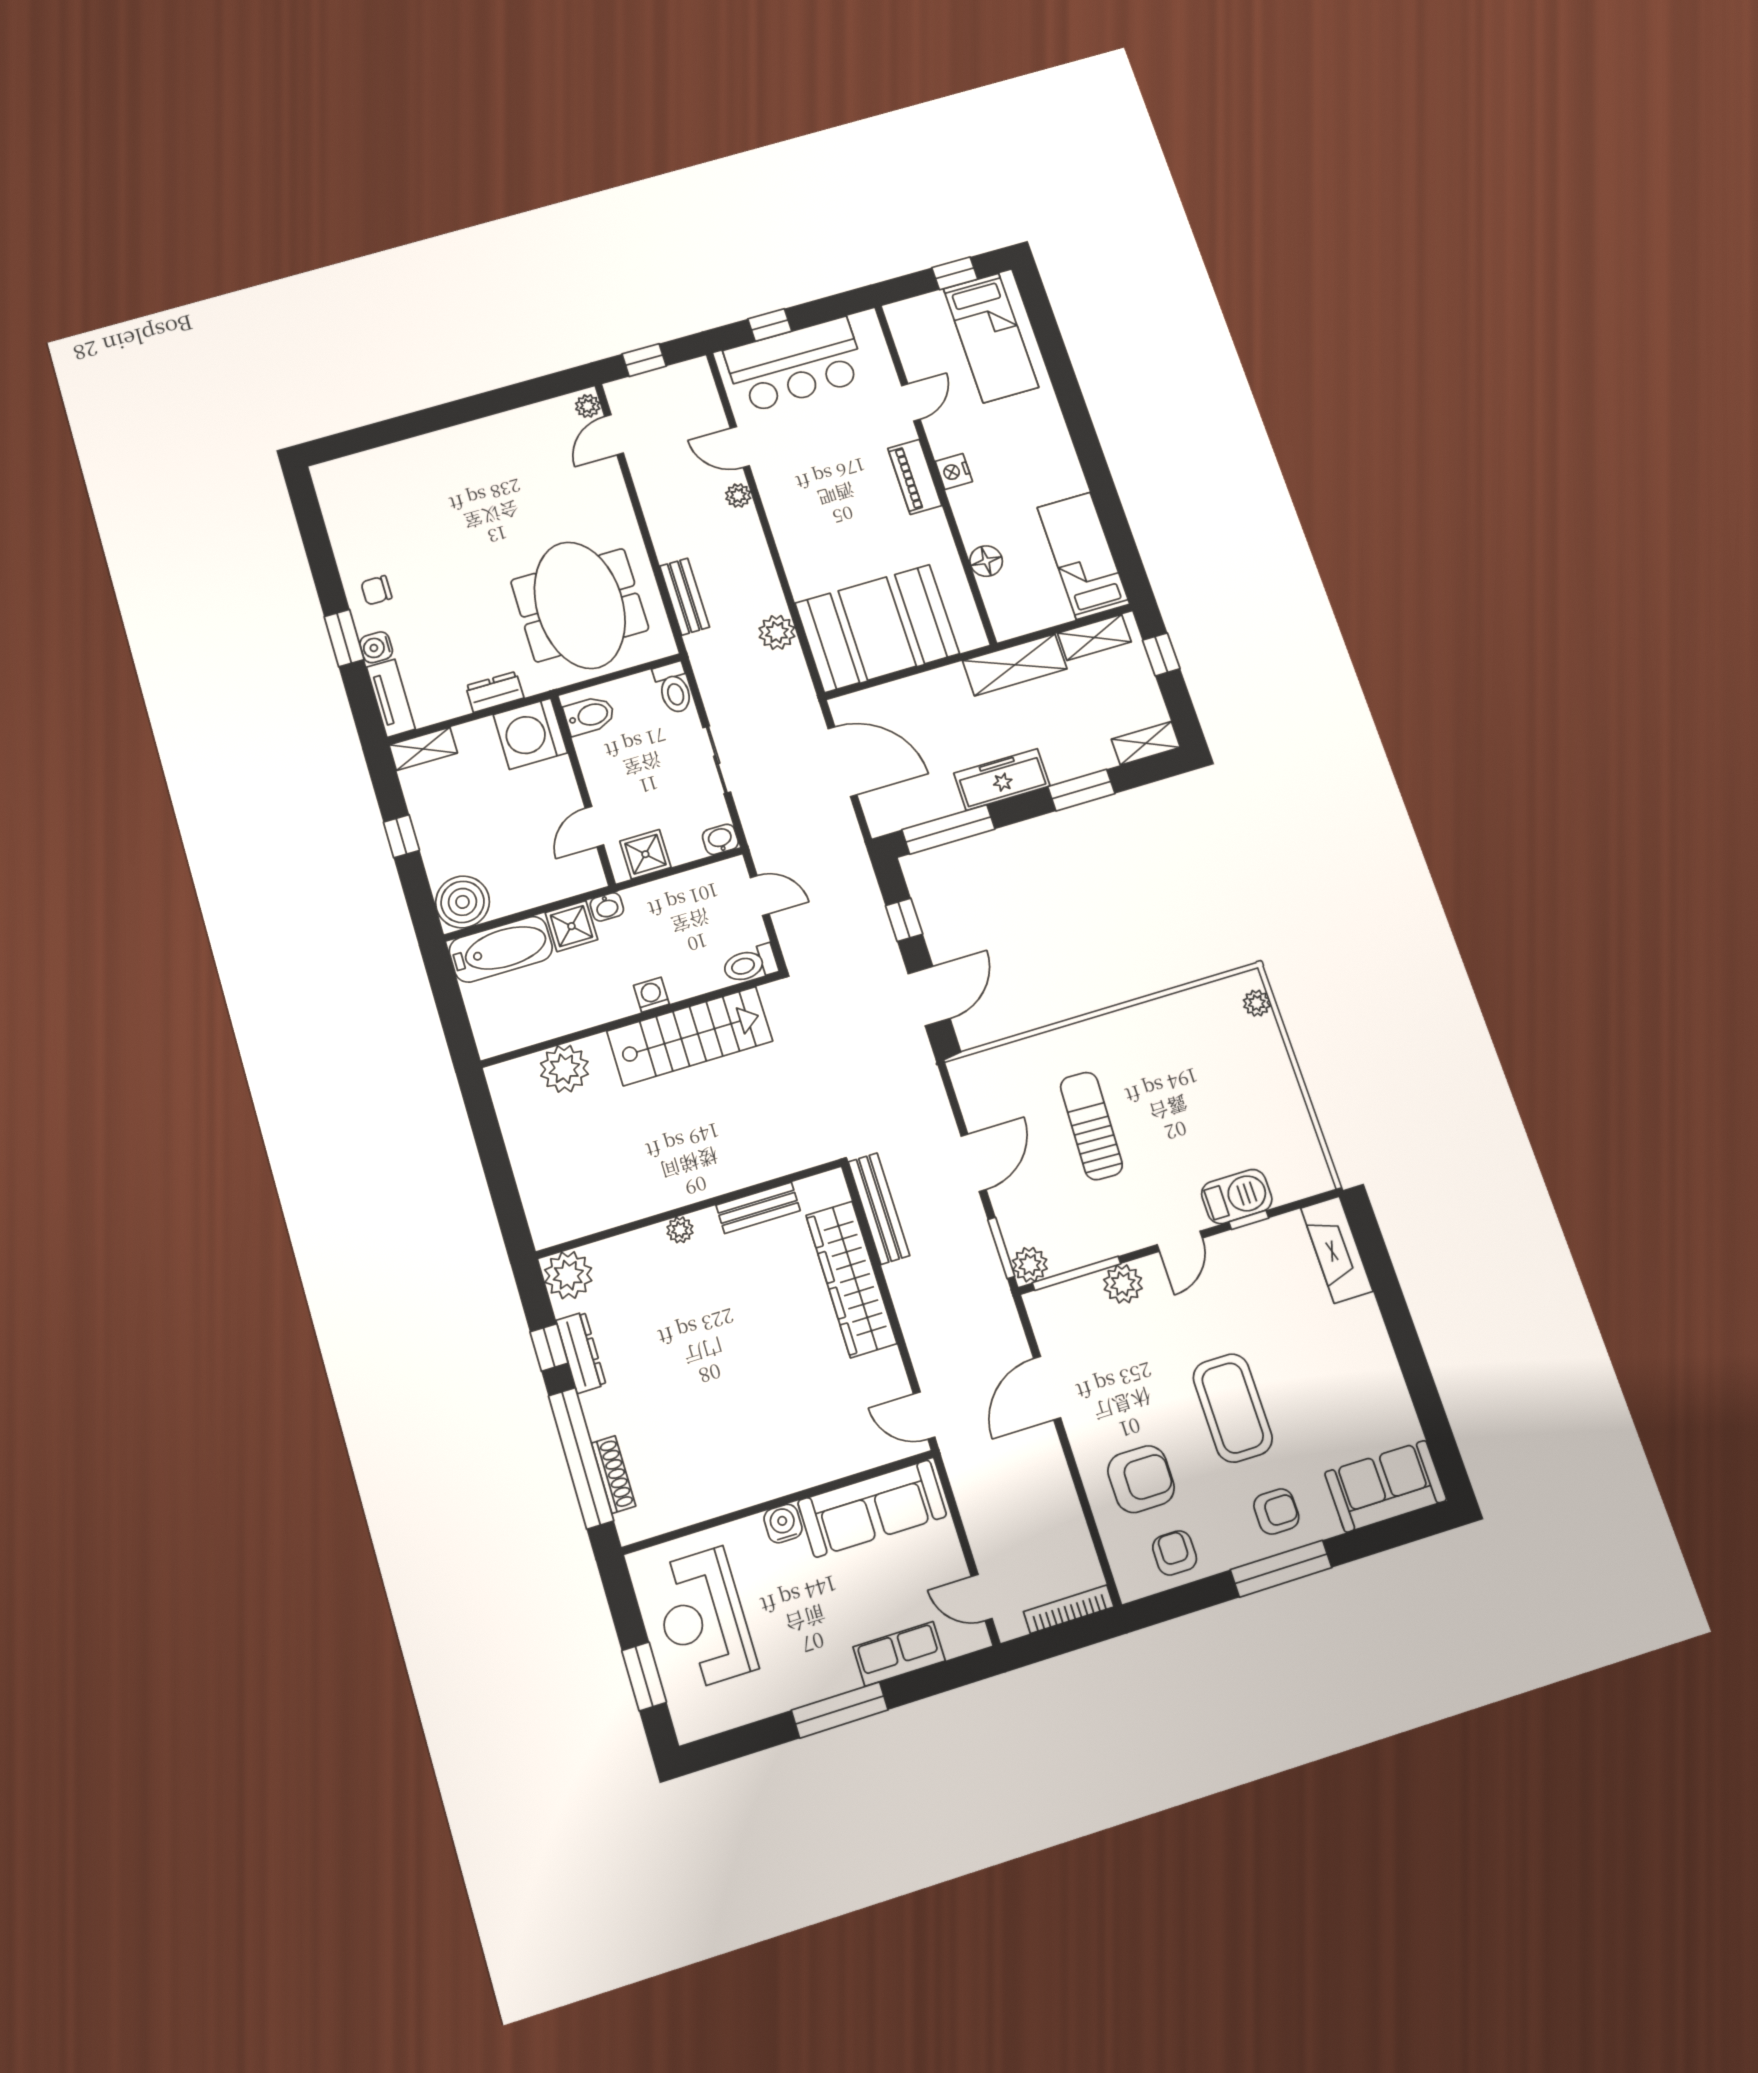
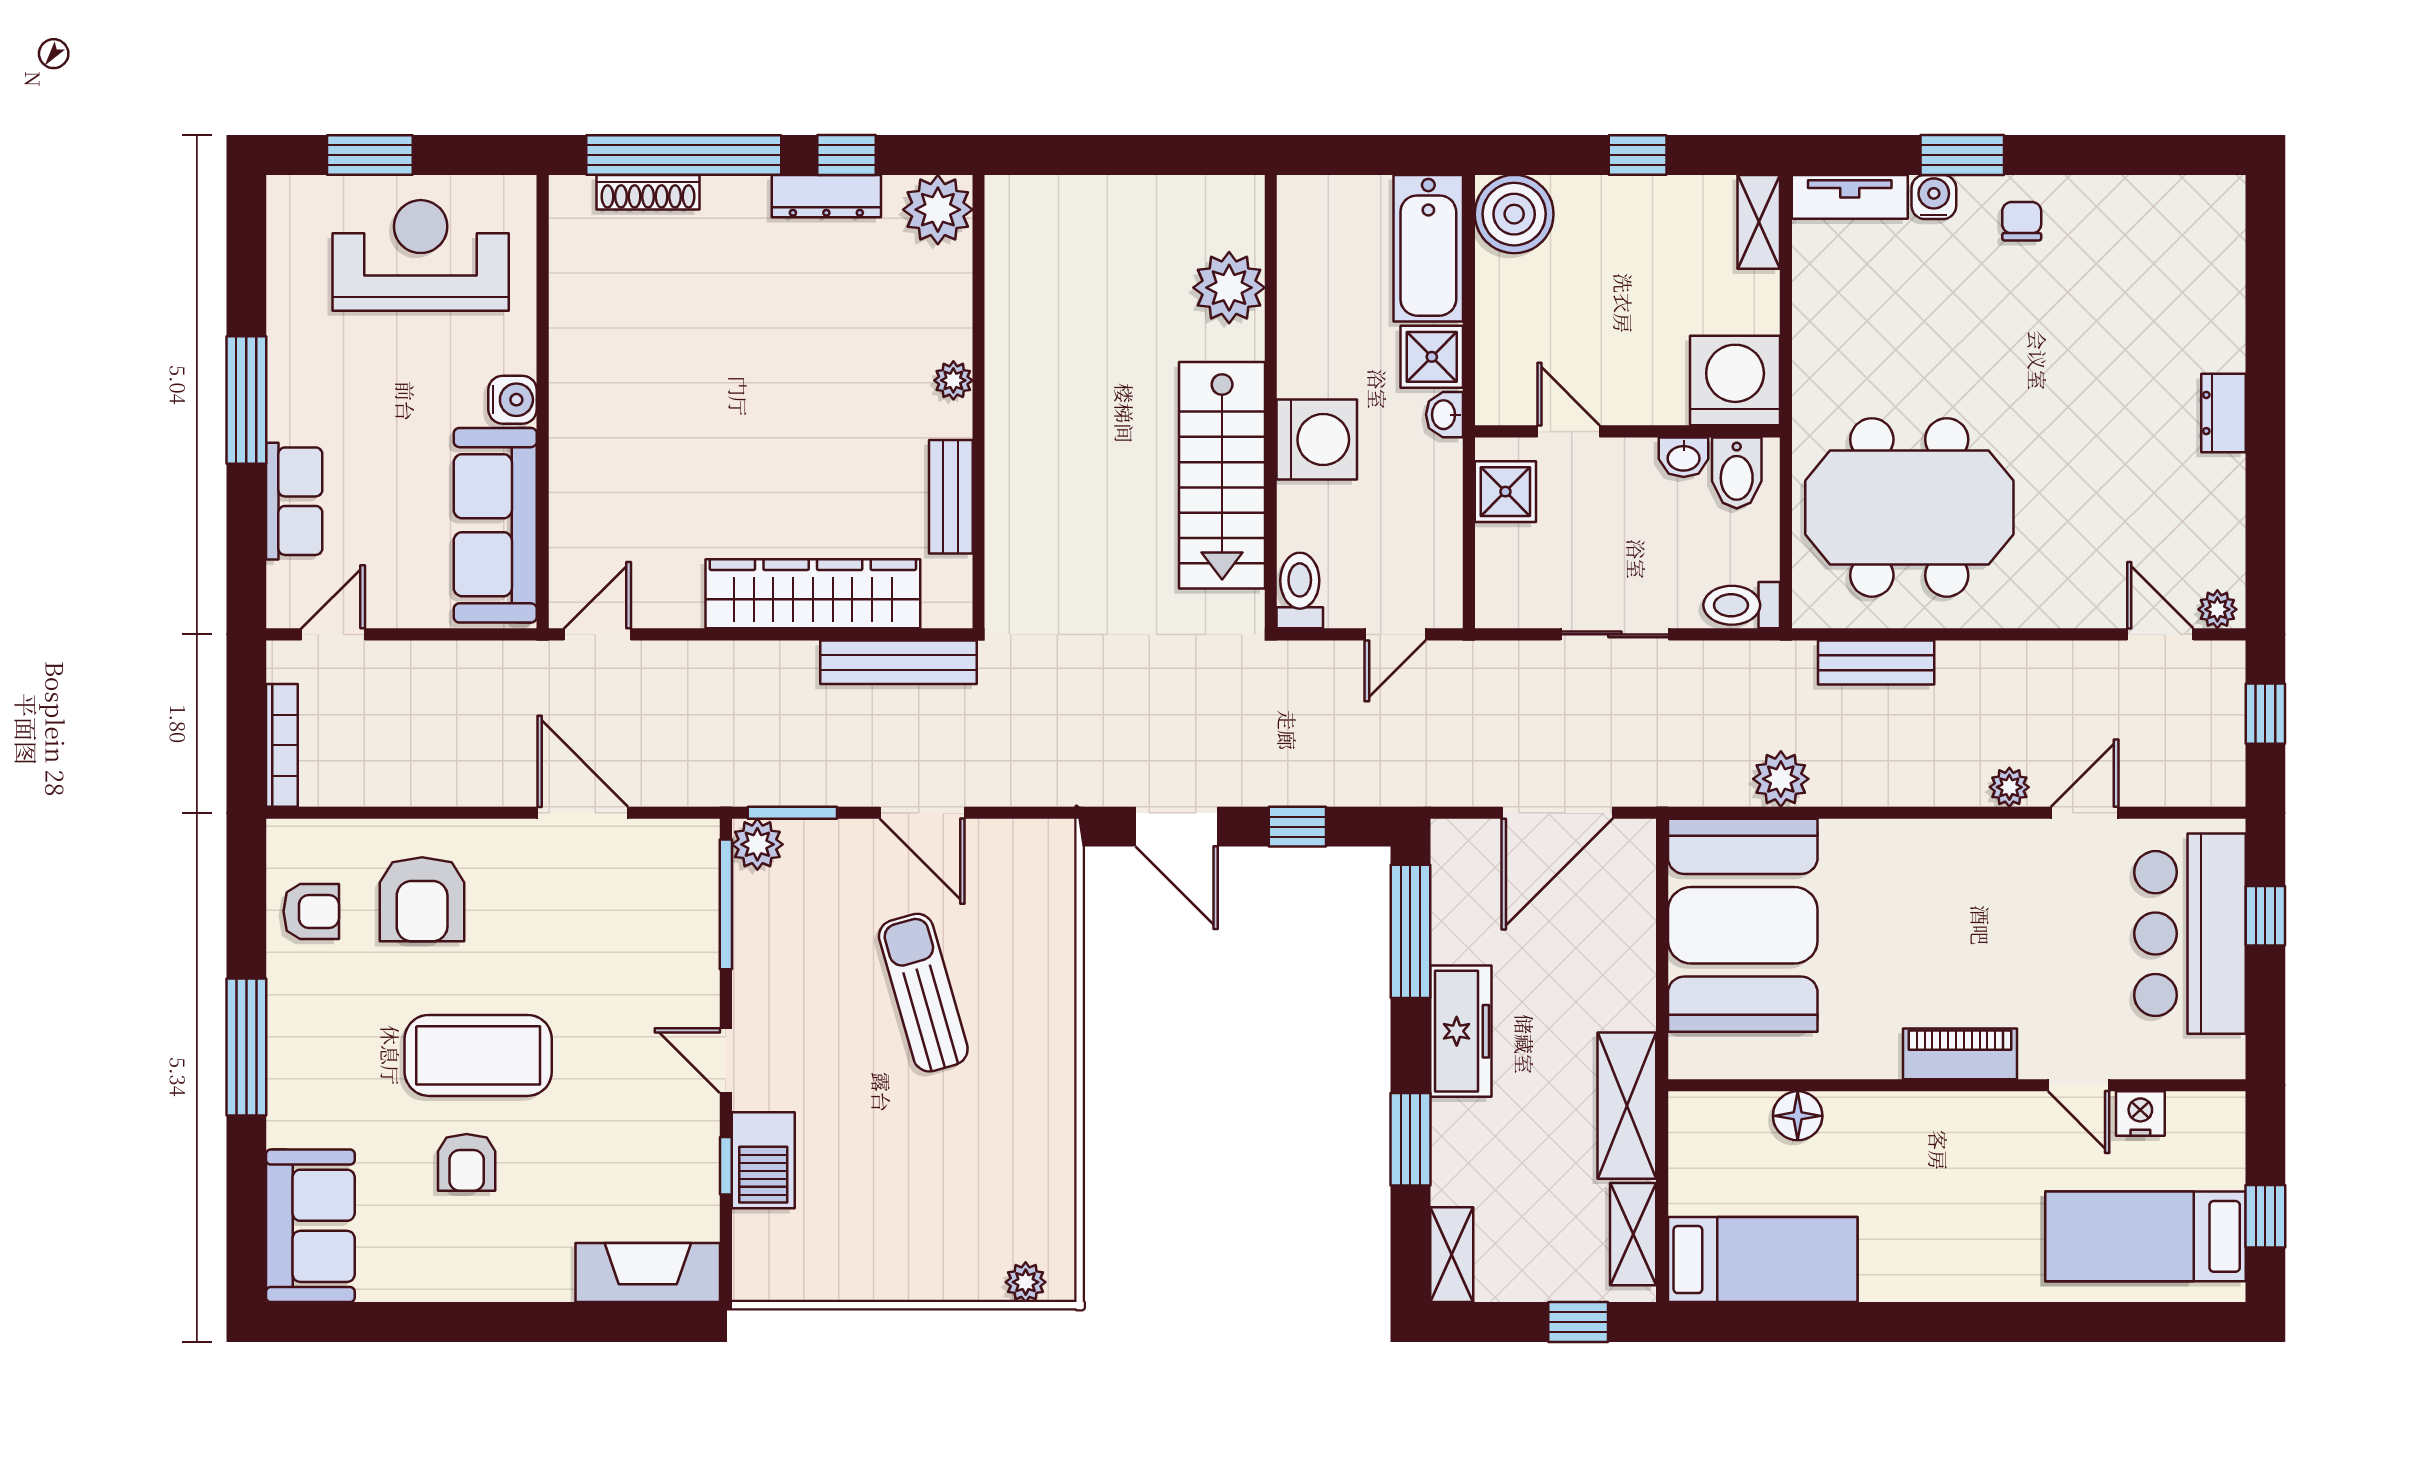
nightstand: (954, 472) -> (2140, 1114), moved
dresser: (495, 692) -> (2224, 413), moved, turned 180
washbasin: (720, 839) -> (1684, 457), moved, turned 90
washing machine: (651, 995) -> (1317, 440), width x1.89, depth x1.89
sun lounger: (1091, 1126) -> (923, 993), turned -108
plant: (1123, 1284) -> (692, 963), removed
armchair: (1276, 1511) -> (467, 1162), moved

